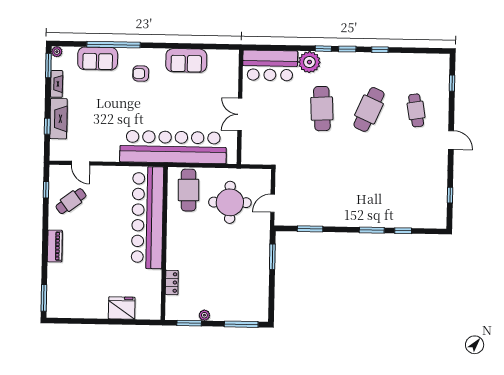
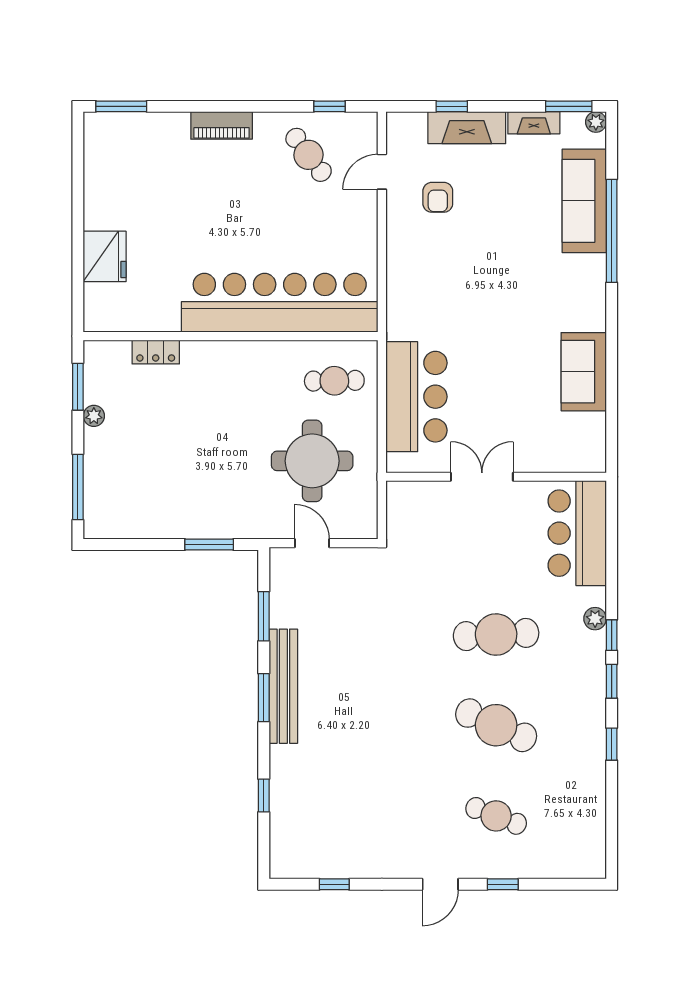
sofa: (98, 58) -> (584, 201), width x1.36
plant: (309, 62) -> (595, 619), width x0.53, depth x0.53
armchair: (141, 74) -> (438, 197), moved, turned 180
window: (452, 83) -> (503, 884), moved
cafe table: (416, 110) -> (496, 816), turned 30
bar counter: (173, 147) -> (416, 397), width x0.54
cafe table: (189, 190) -> (334, 381), width x0.73, depth x0.74
bench: (347, 220) -> (283, 686), added
window: (372, 230) -> (264, 698), moved

